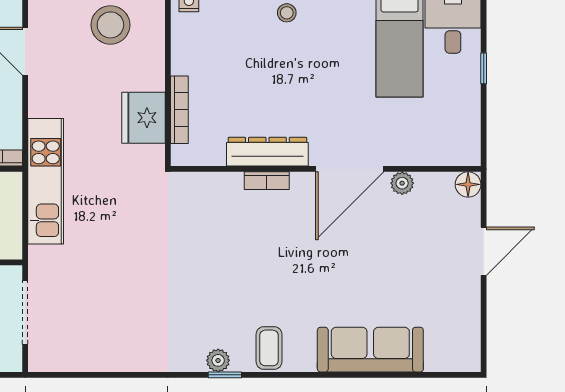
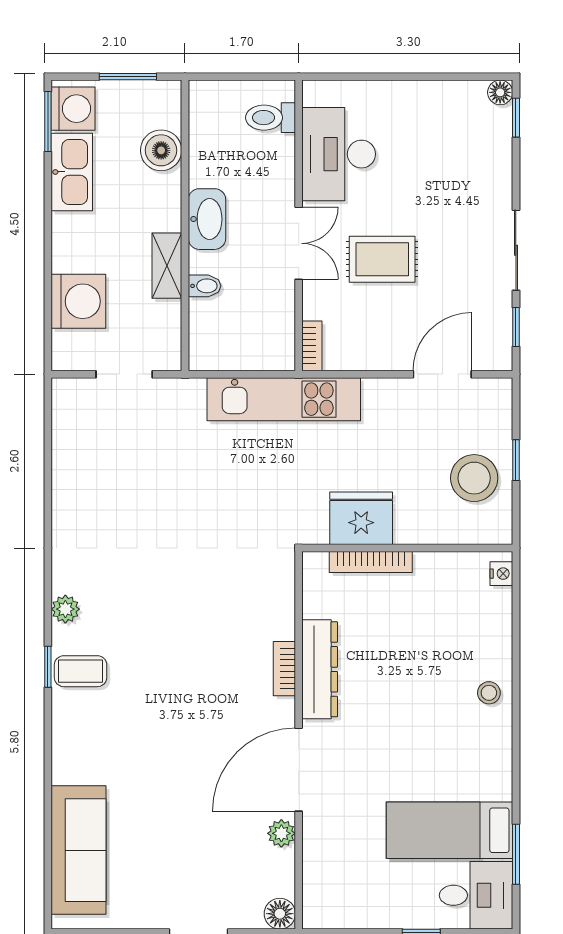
door: (350, 169) -> (299, 770), hinge flipped
doorway: (25, 312) -> (124, 374), width x0.73
sofa: (370, 350) -> (79, 850), moved
window: (225, 375) -> (48, 667), moved

